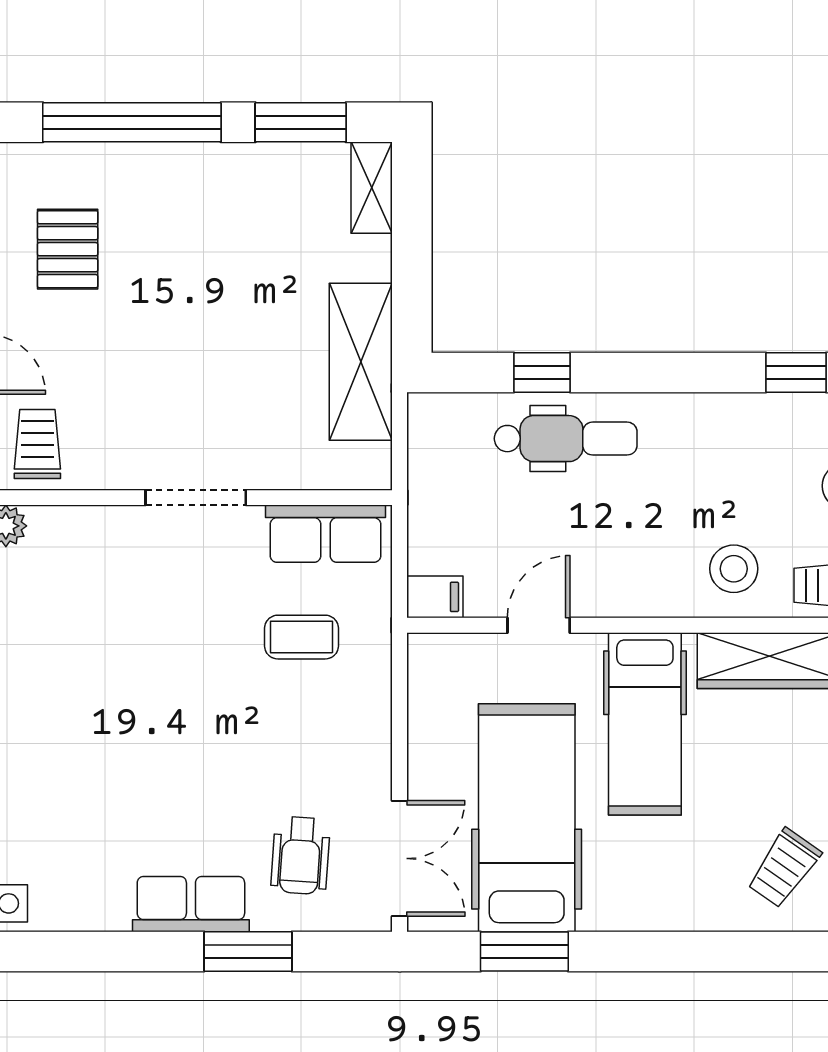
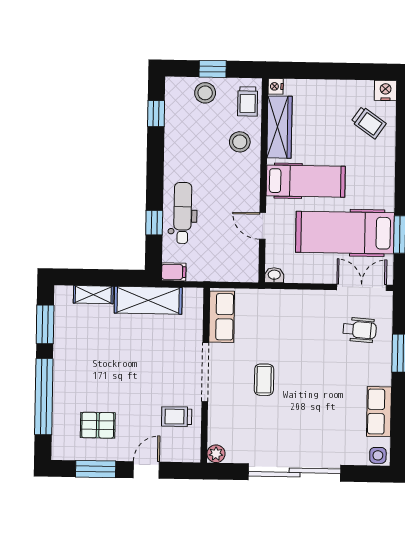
shelving: (372, 188) -> (93, 295), moved
trolley: (37, 444) -> (177, 417), moved
doorway: (196, 498) -> (205, 372), width x1.36
filing cabinet: (435, 597) -> (174, 272), moved, turned 90
coffee table: (302, 637) -> (264, 380), moved
washbasin: (425, 654) -> (274, 275), added
row of seats: (191, 904) -> (379, 412), moved

